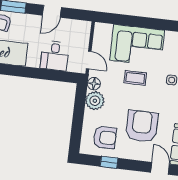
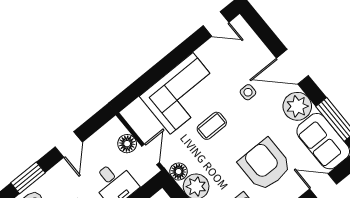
floor lamp: (82, 42) -> (127, 144), added
door: (89, 60) -> (151, 154), hinge flipped

